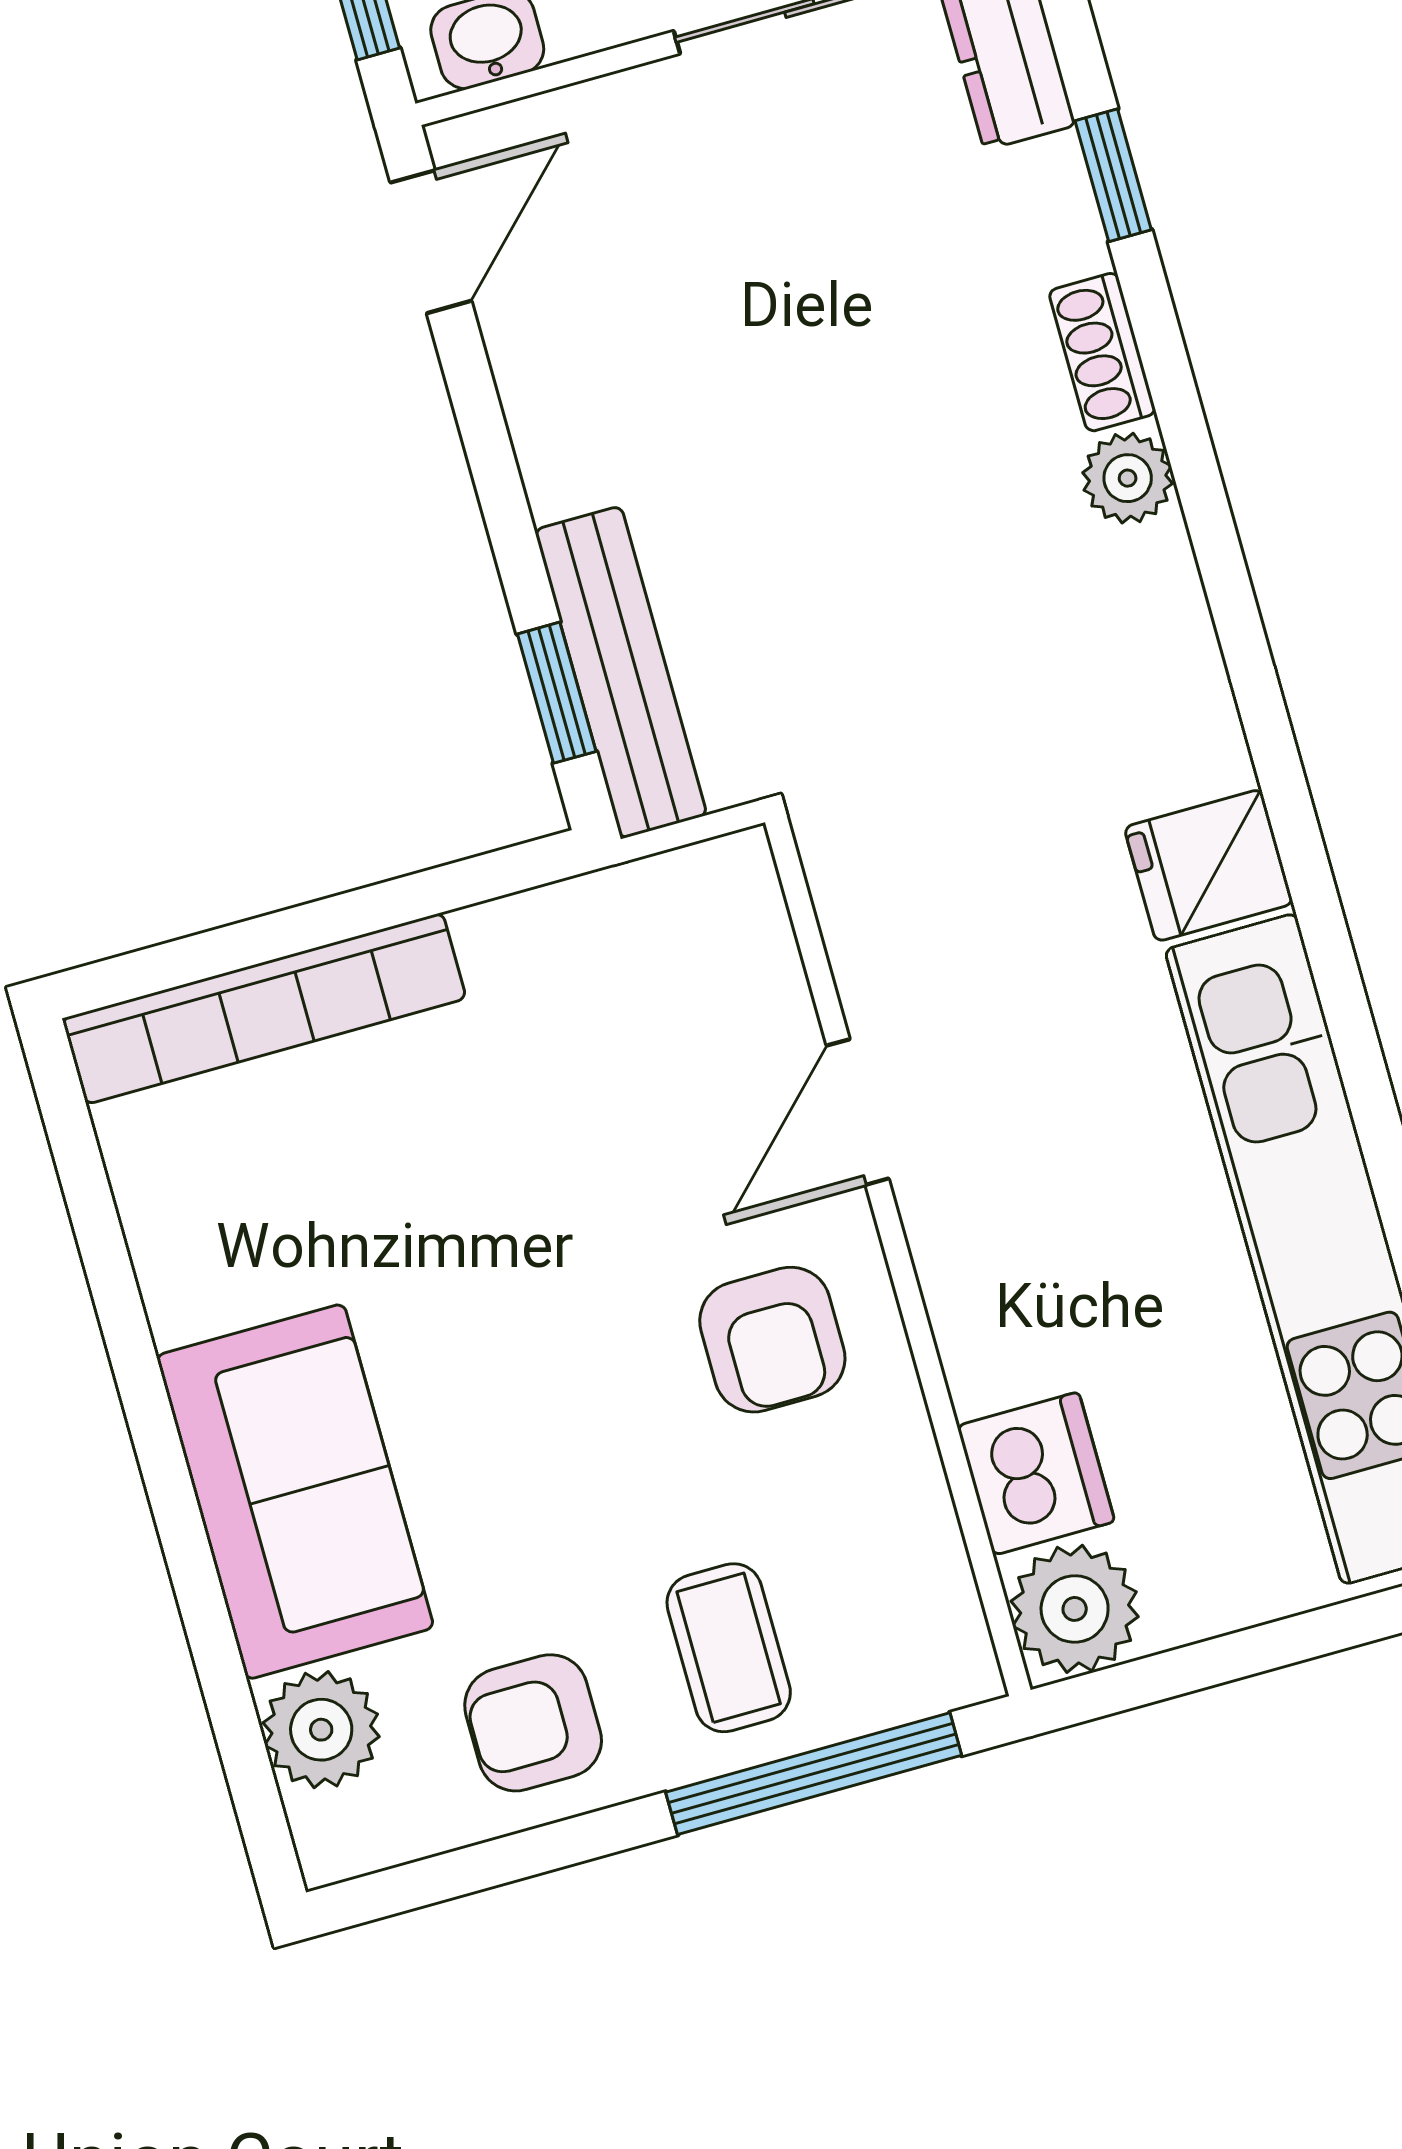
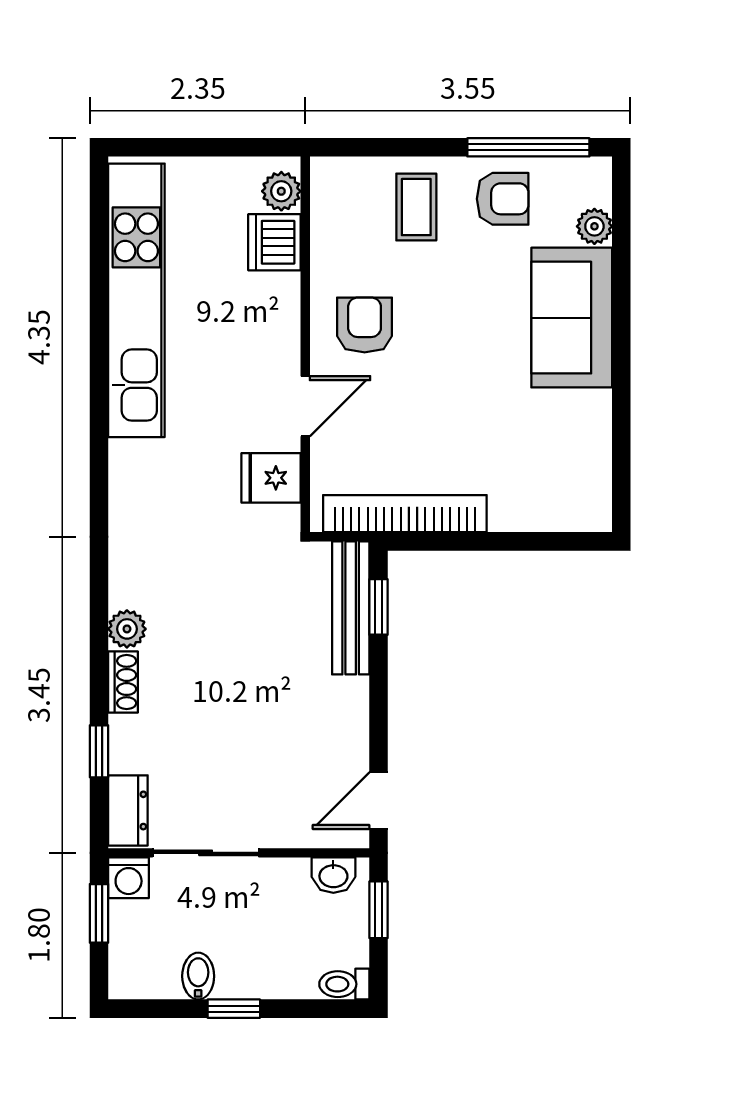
fridge: (1209, 865) -> (271, 478), moved, turned 180
bookcase: (264, 1008) -> (405, 514), moved
plant: (1075, 1609) -> (281, 191), width x0.73, depth x0.73
plant: (321, 1730) -> (594, 226), width x0.73, depth x0.73
window: (814, 1774) -> (528, 147), moved

